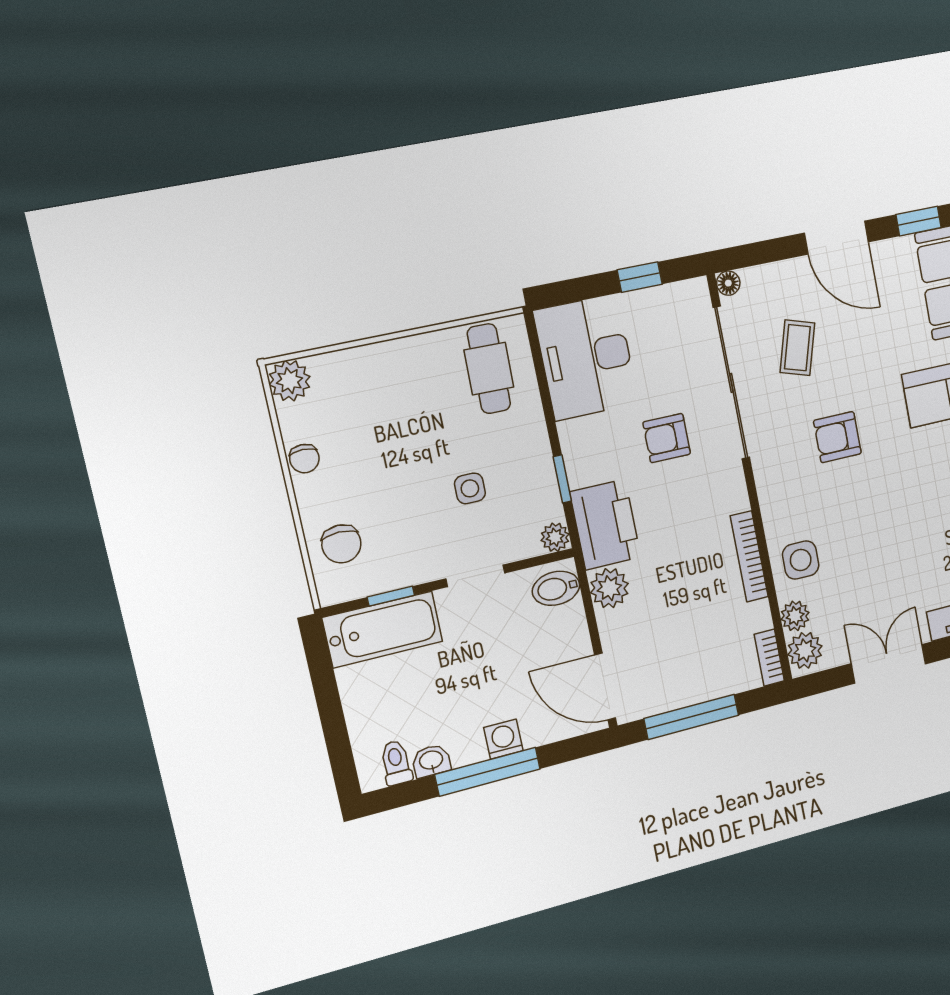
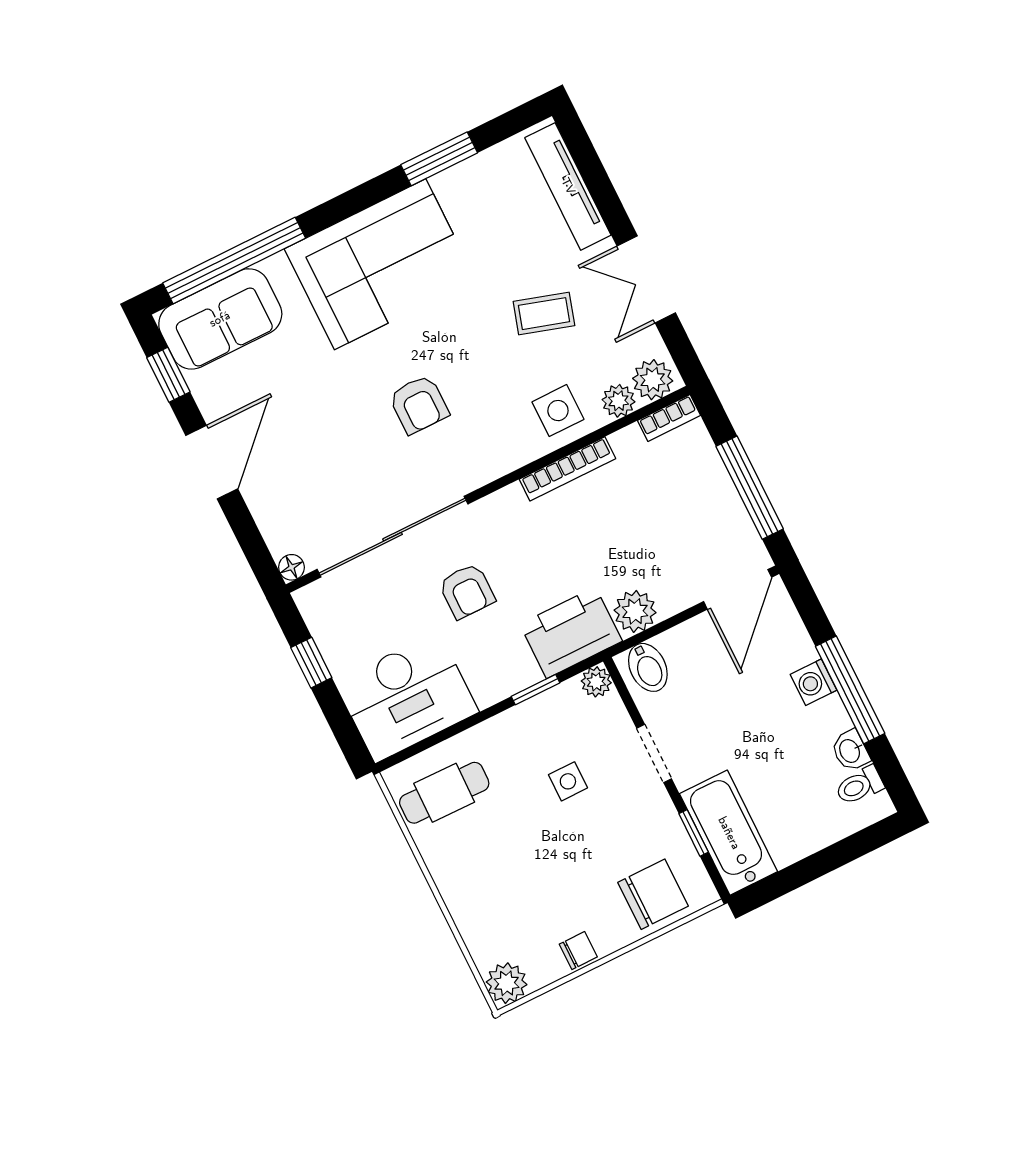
coffee table: (797, 348) -> (544, 314), moved
chair: (341, 544) -> (653, 894), width x1.37, depth x1.37

